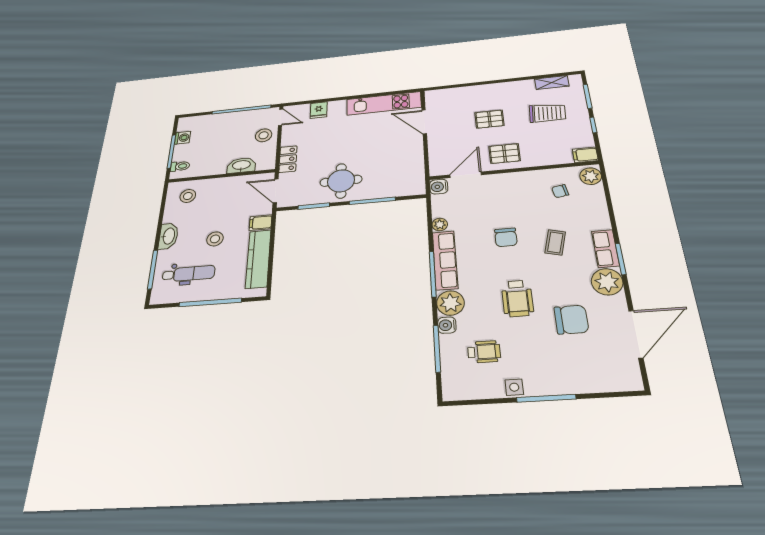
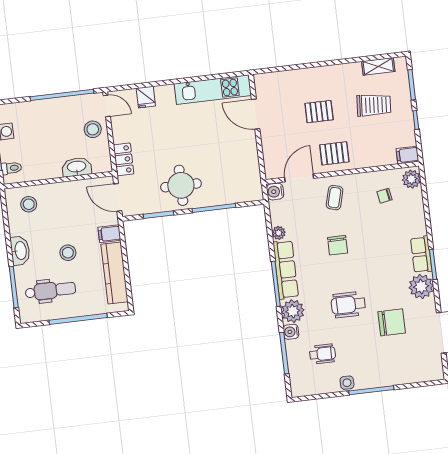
coffee table: (555, 242) -> (335, 198), moved
wheelchair: (517, 298) -> (348, 305), turned 90

